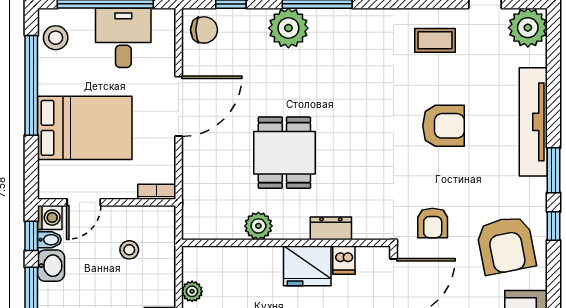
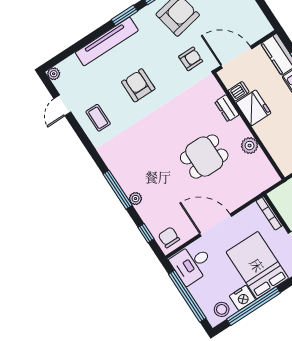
plant: (288, 28) -> (135, 199), width x0.53, depth x0.53
plant: (528, 28) -> (54, 74), width x0.53, depth x0.53
desk: (123, 38) -> (192, 264), moved
nightstand: (53, 77) -> (242, 298), added
bookcase: (157, 192) -> (269, 213), width x1.56

